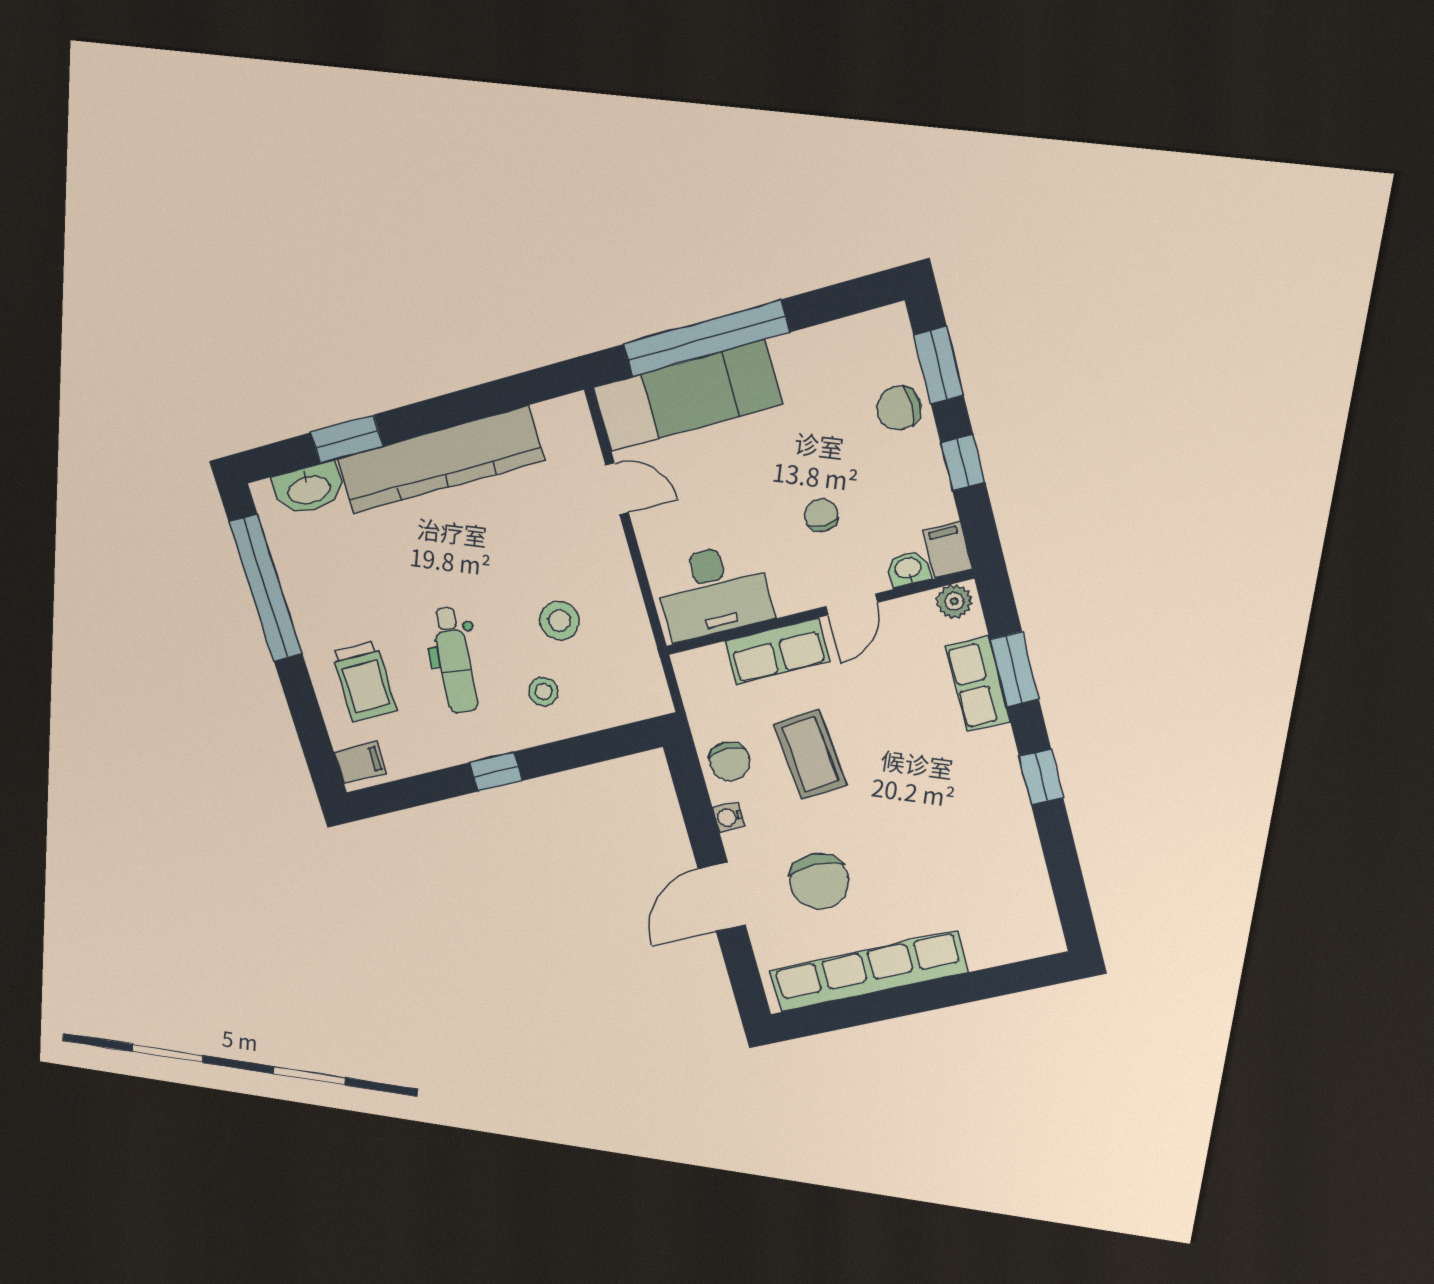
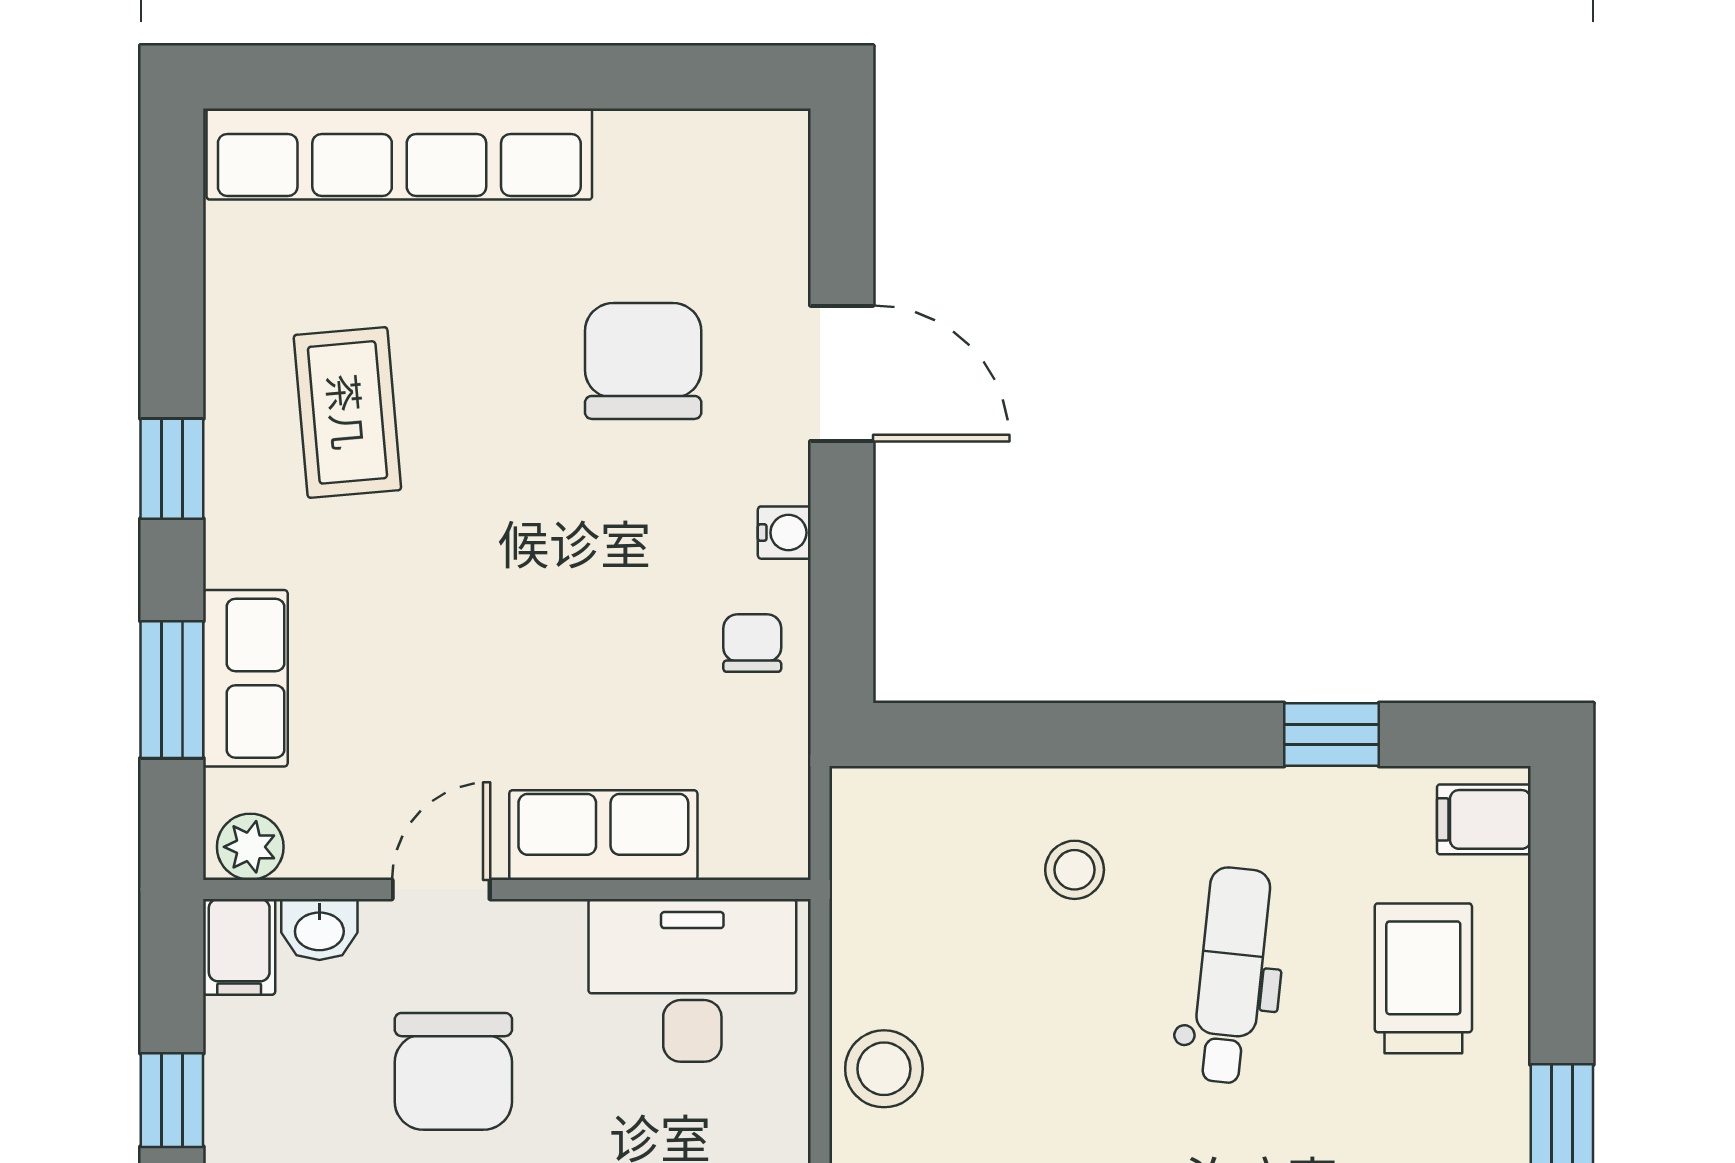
chair: (821, 515) -> (453, 1071), width x1.87, depth x1.87
stool: (560, 621) -> (884, 1069), moved
coffee table: (810, 755) -> (347, 412), moved
chair: (729, 761) -> (752, 643), width x0.73, depth x0.73
window: (496, 772) -> (1332, 734), moved
door: (722, 897) -> (842, 373), hinge flipped
row of seats: (868, 971) -> (399, 154), moved

